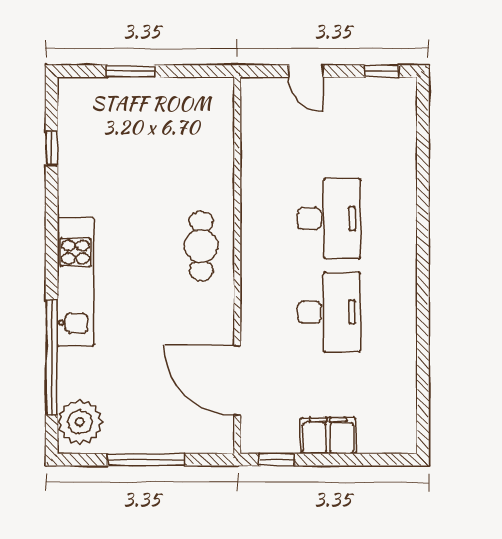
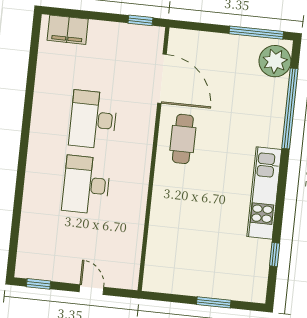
cafe table: (201, 246) -> (183, 139), moved
kitchen unit: (75, 282) -> (264, 193), moved
filing cabinet: (328, 436) -> (68, 30), moved
window: (146, 460) -> (256, 33), moved

